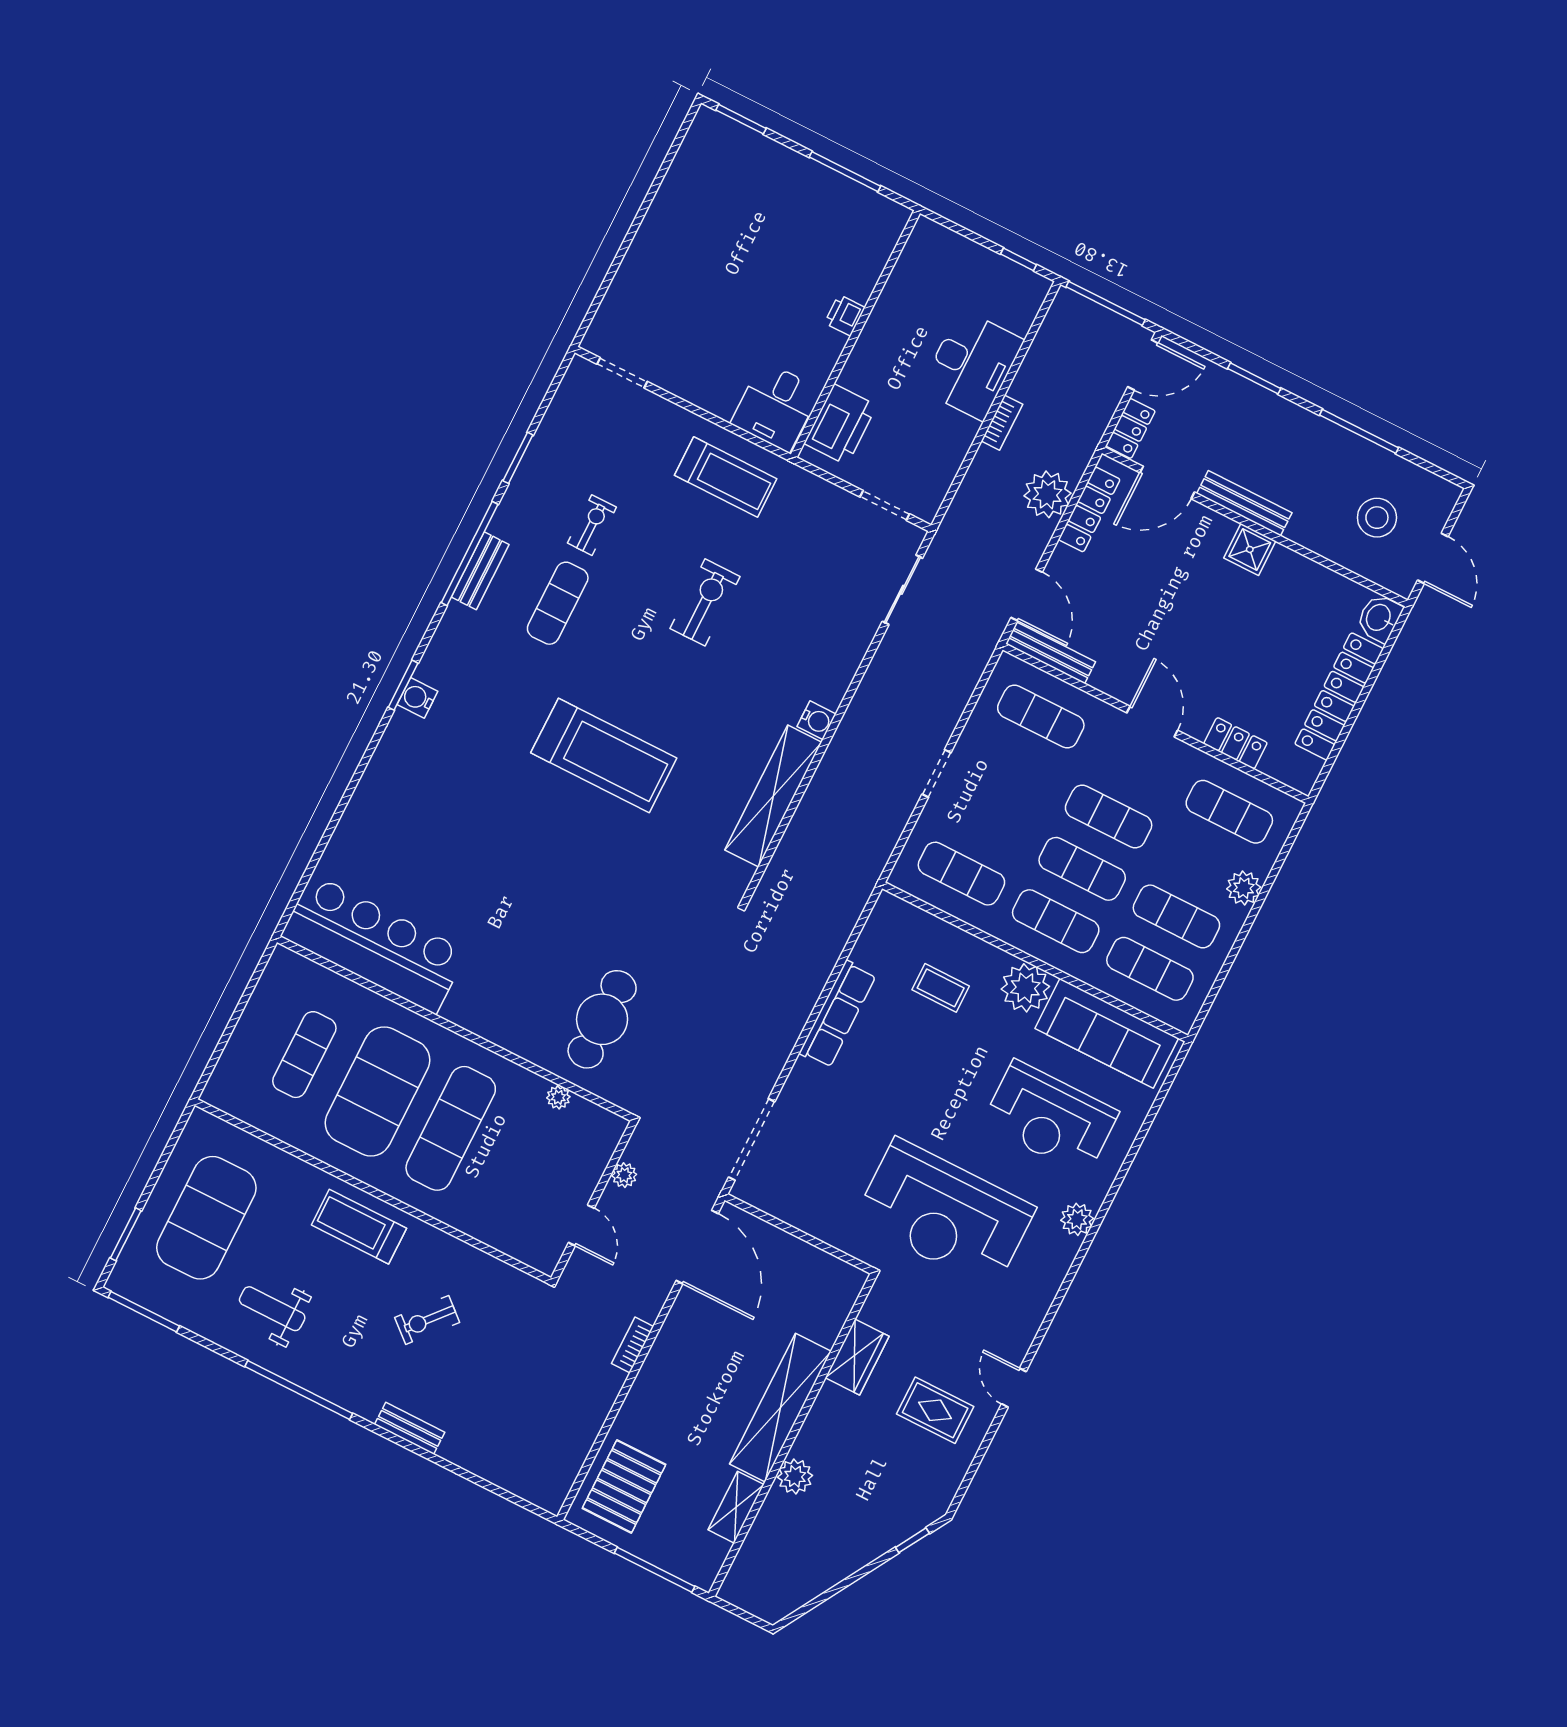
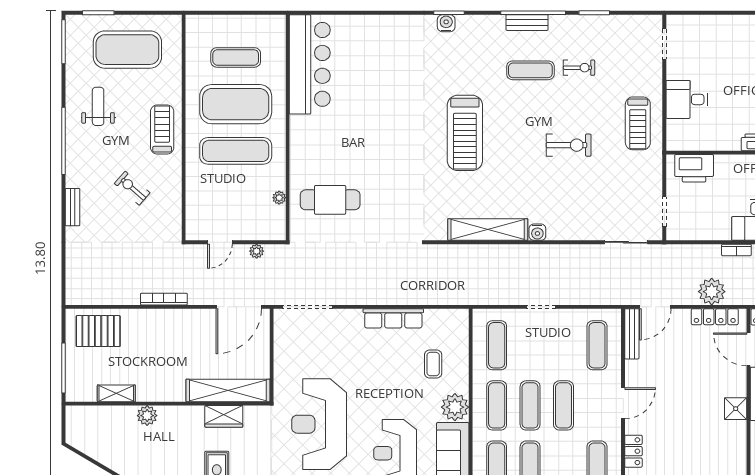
desk: (776, 406) -> (687, 99), moved
bookcase: (633, 1345) -> (164, 299), width x1.56
shelving: (780, 1408) -> (228, 390), moved

